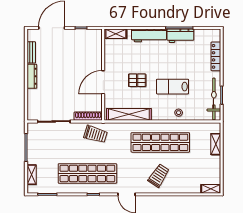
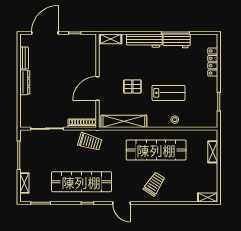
lab bench: (172, 87) -> (168, 93), turned 180
bicycle: (214, 99) -> (211, 106), removed

